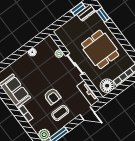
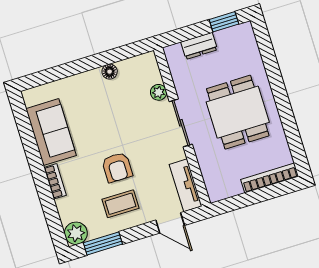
dresser: (86, 13) -> (199, 46), moved
window: (103, 15) -> (266, 50), removed
floor lamp: (107, 86) -> (226, 185), removed

